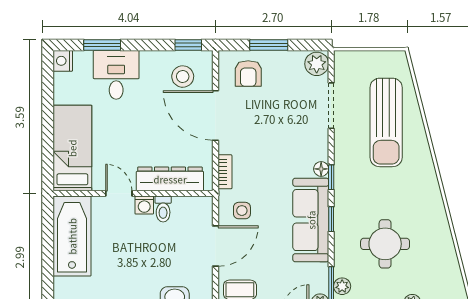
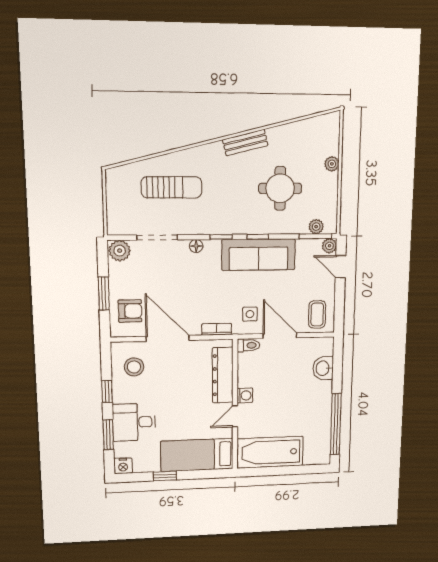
window: (188, 45) -> (107, 392), moved
window: (48, 110) -> (165, 476), added
door: (215, 115) -> (168, 338), swing flipped
sun lounger: (386, 122) -> (172, 187), width x0.73, depth x0.75
floor lamp: (321, 169) -> (196, 246), moved
bench: (435, 204) -> (245, 143), added
toilet: (163, 209) -> (248, 345), moved

